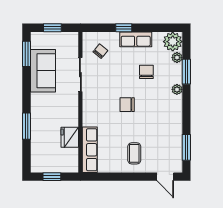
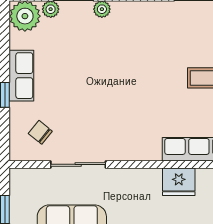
chair: (146, 72) -> (74, 58), removed
chair: (127, 105) -> (126, 89), removed

